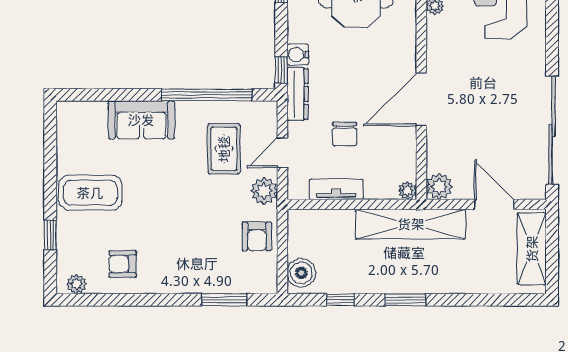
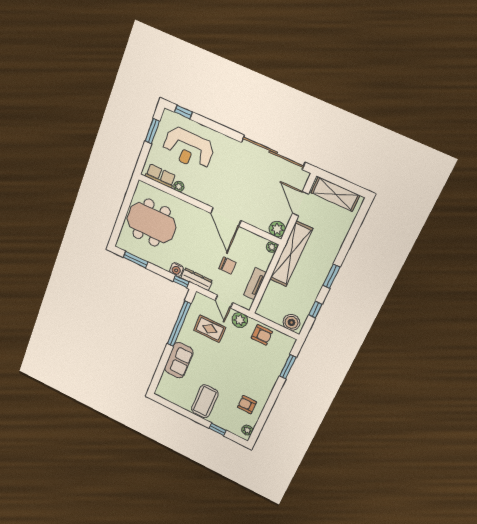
door: (494, 204) -> (300, 204), hinge flipped
armchair: (123, 264) -> (247, 405), turned 90

